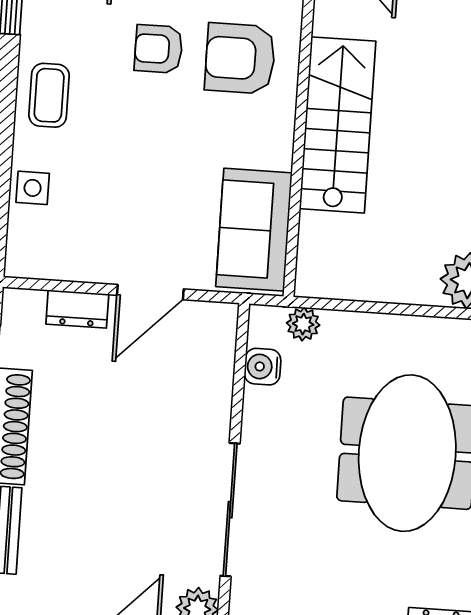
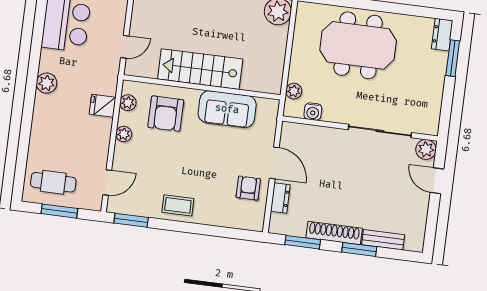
armchair: (159, 49) -> (248, 188), moved, turned 180
side table: (33, 188) -> (221, 216), removed
sofa: (254, 230) -> (227, 109), moved

